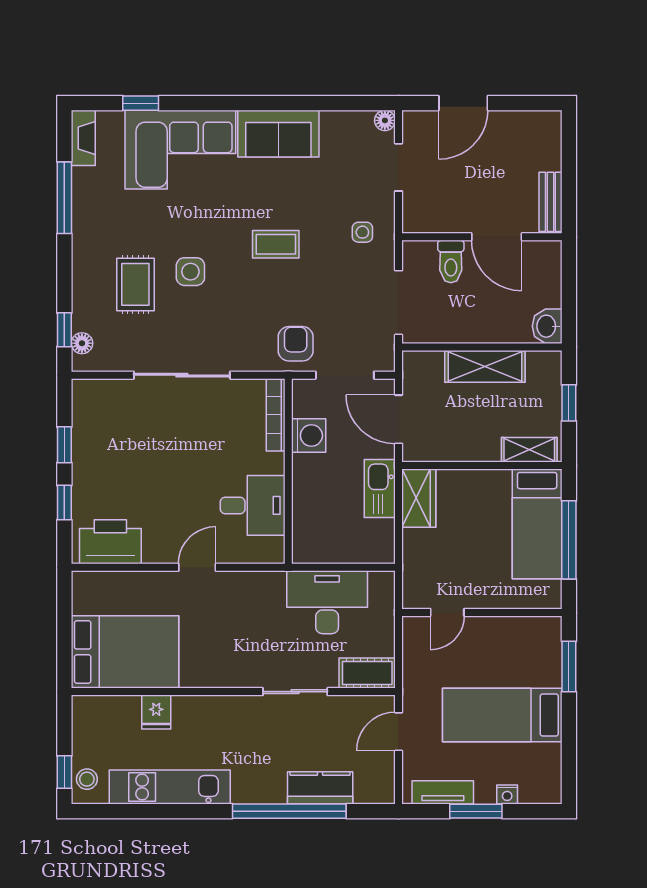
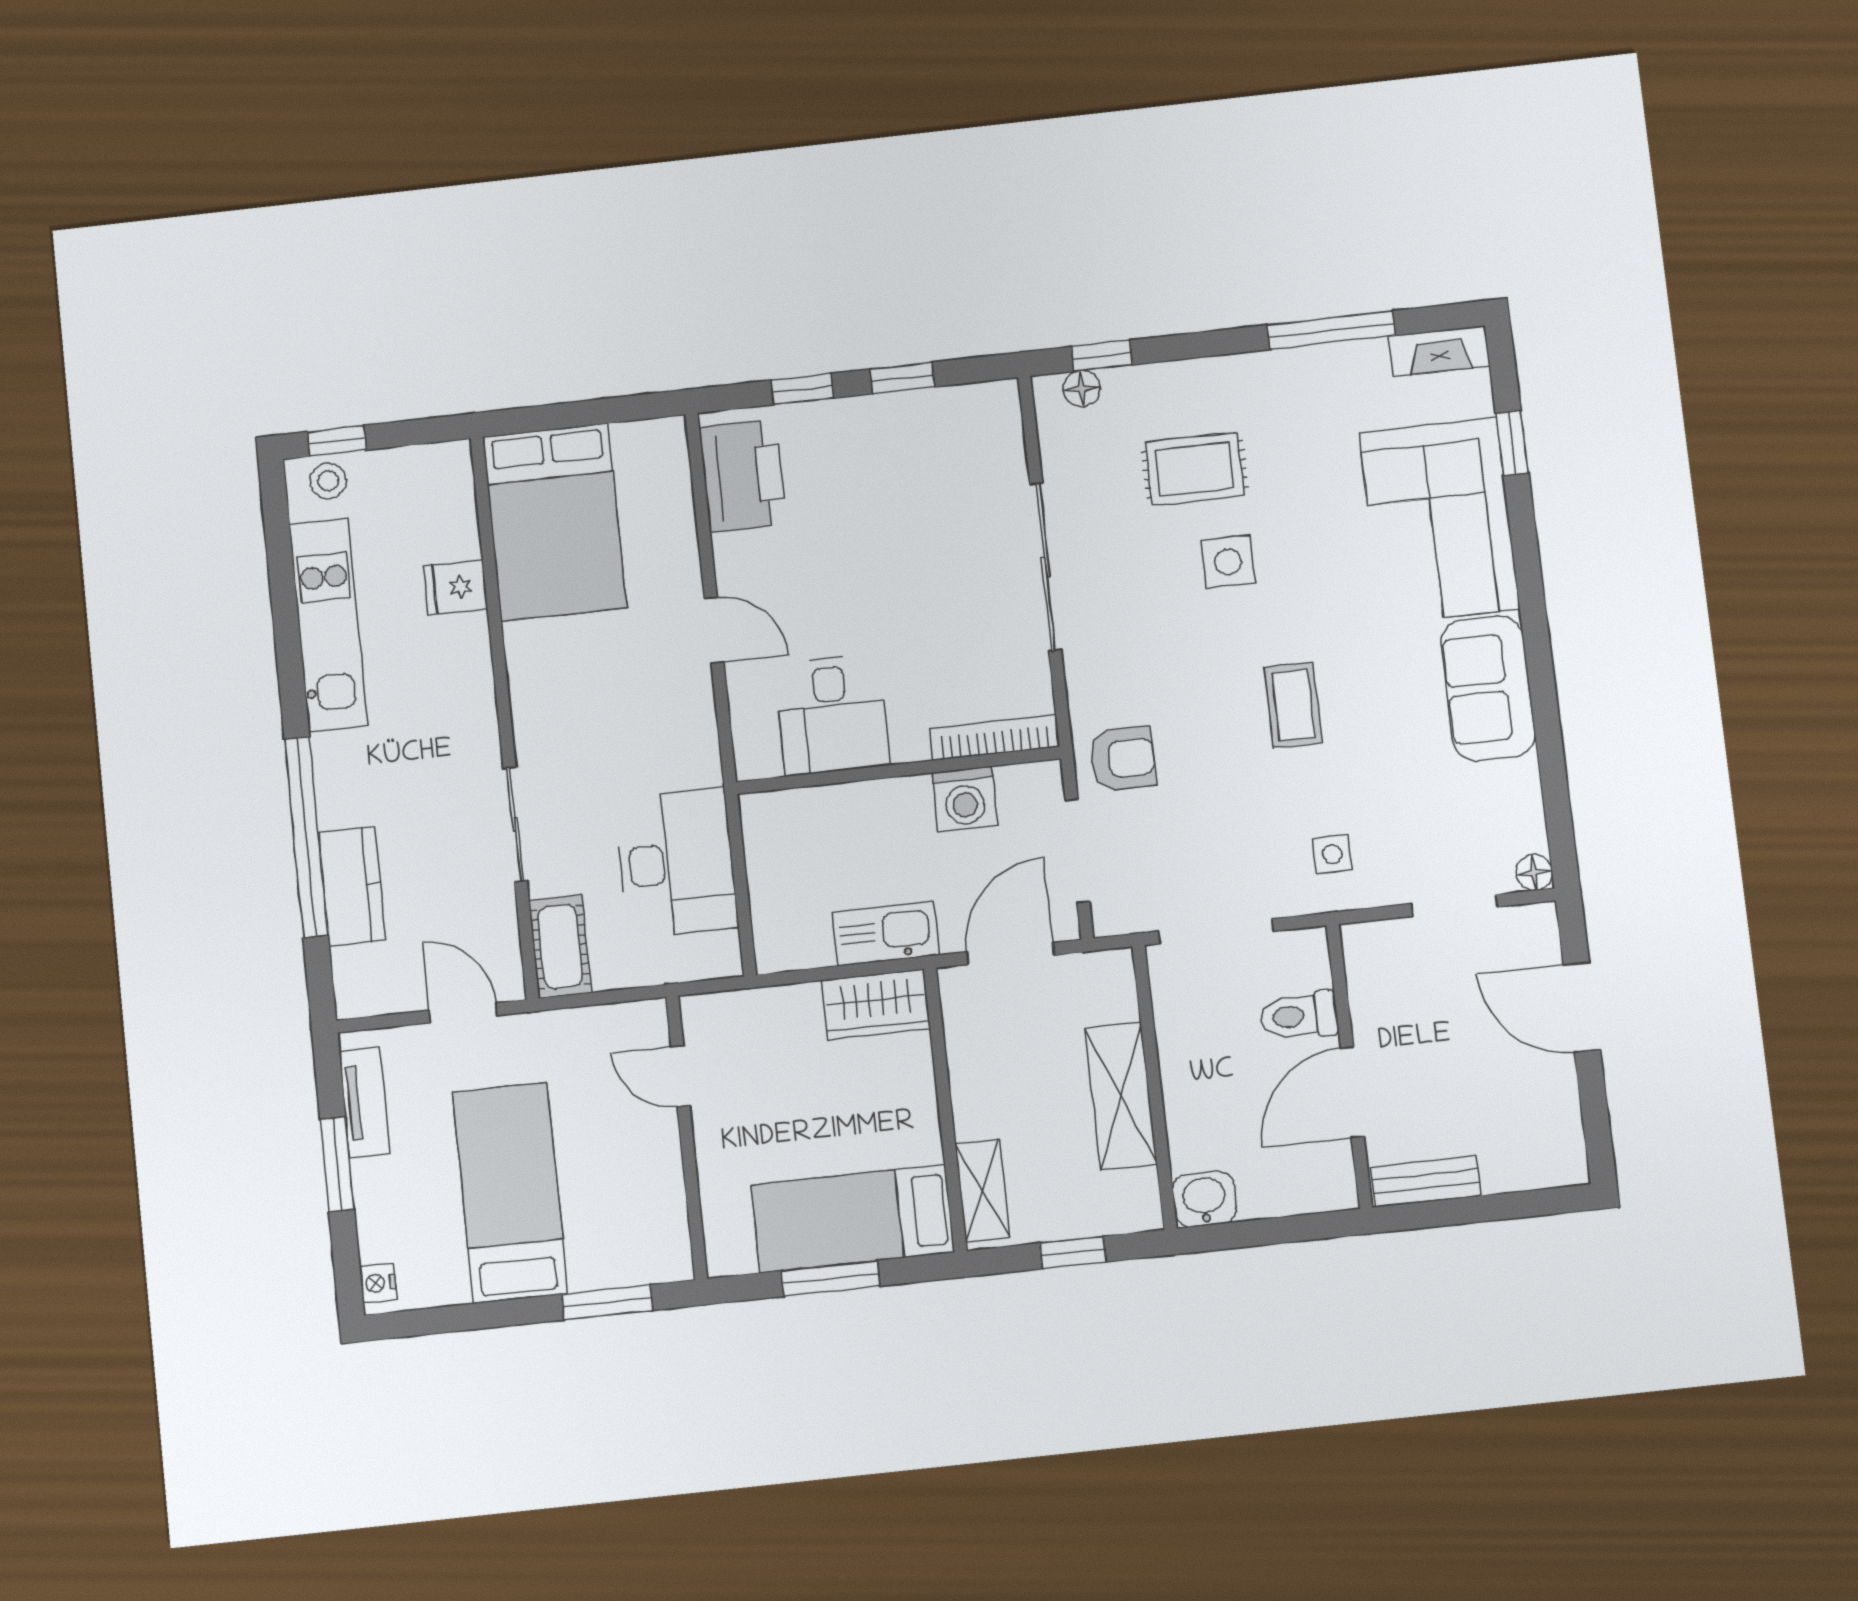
window: (569, 540) -> (831, 1278), width x0.69
nightstand: (507, 794) -> (378, 1283), moved

